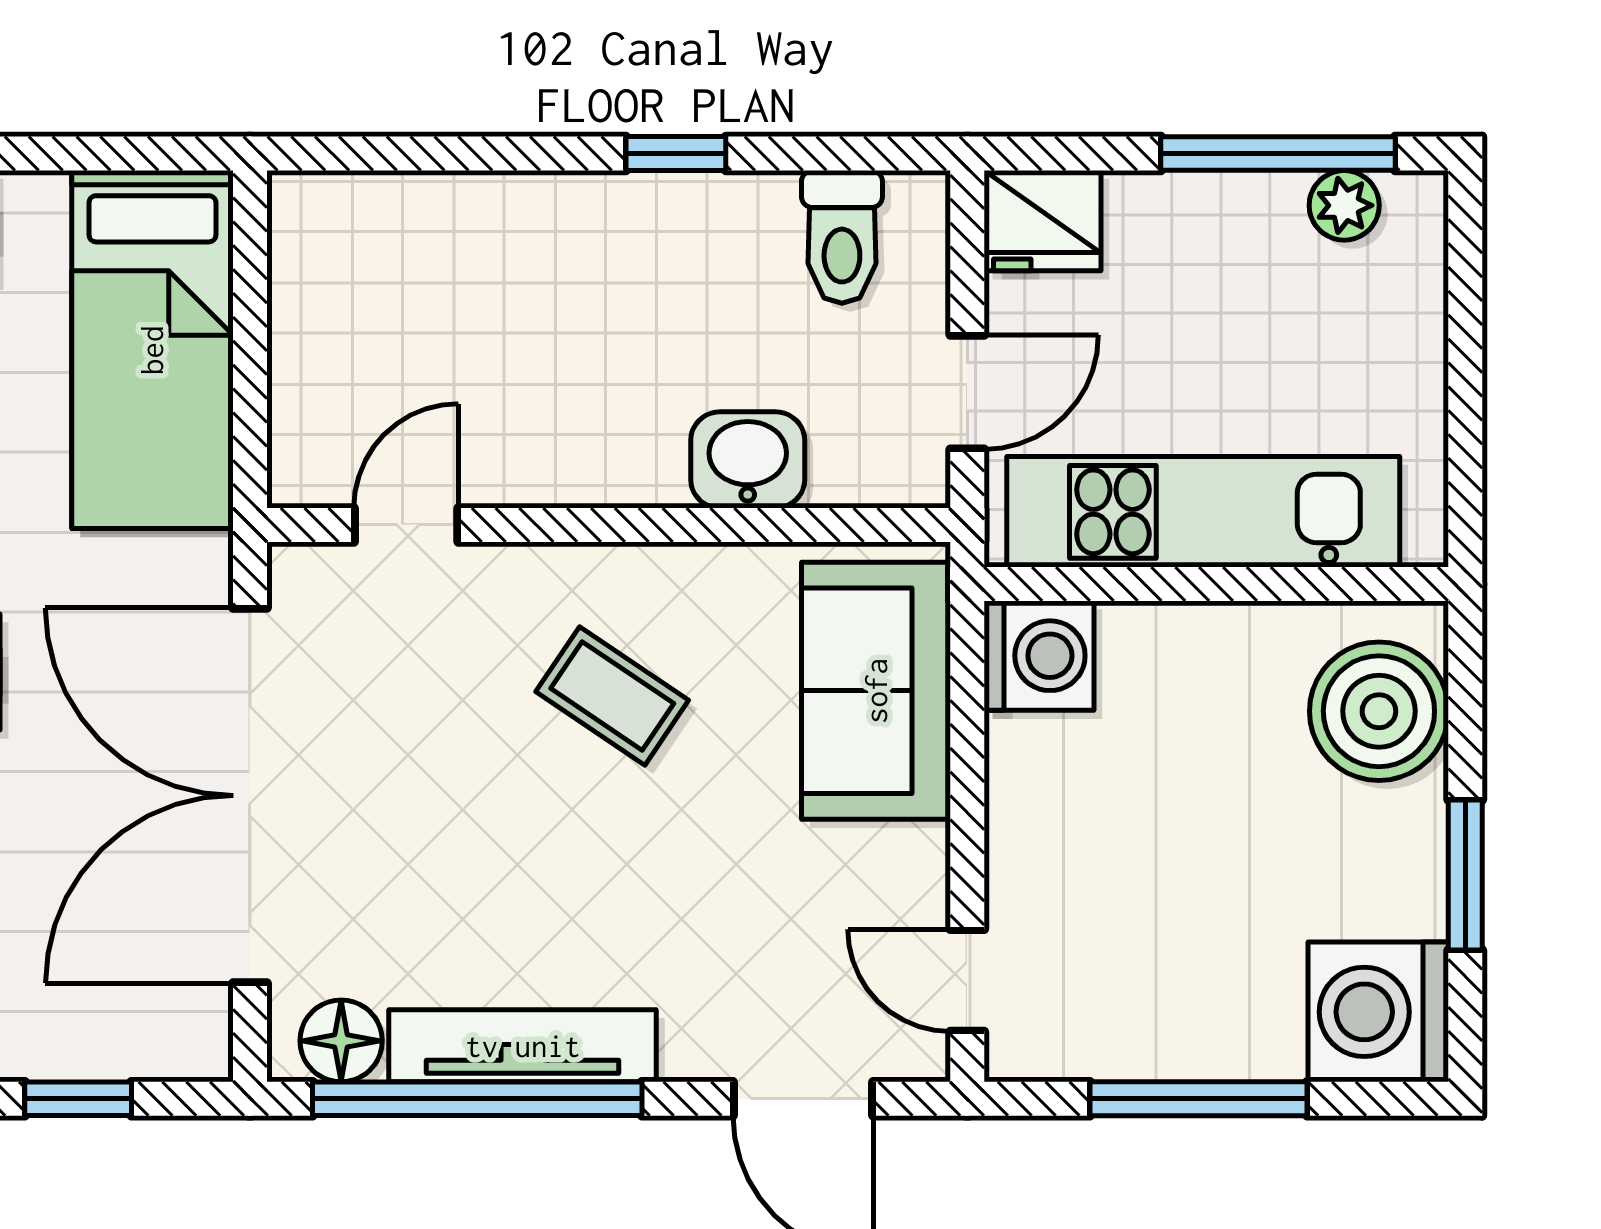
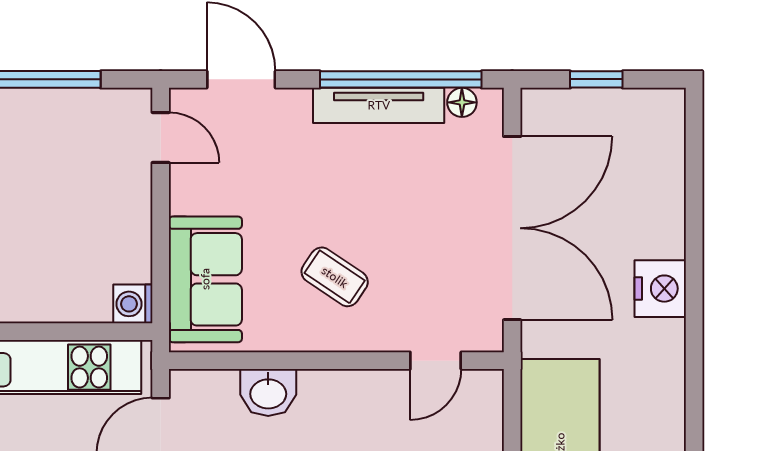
washing machine: (1039, 656) -> (133, 304), width x0.73, depth x0.73
floor lamp: (341, 1041) -> (462, 102), width x0.73, depth x0.73

